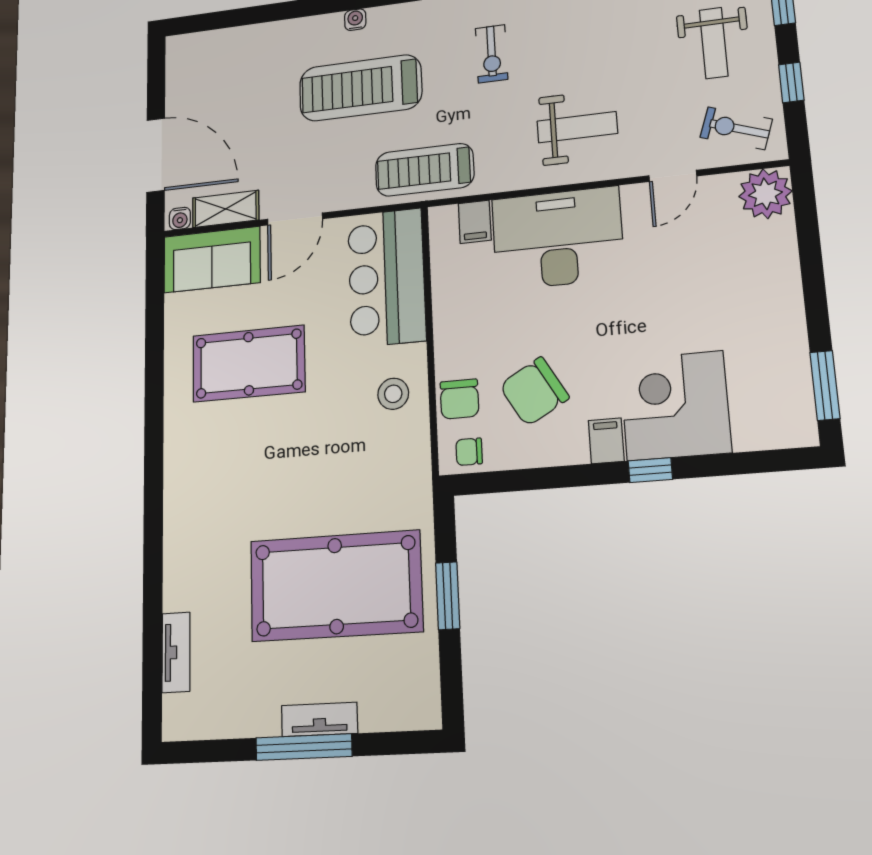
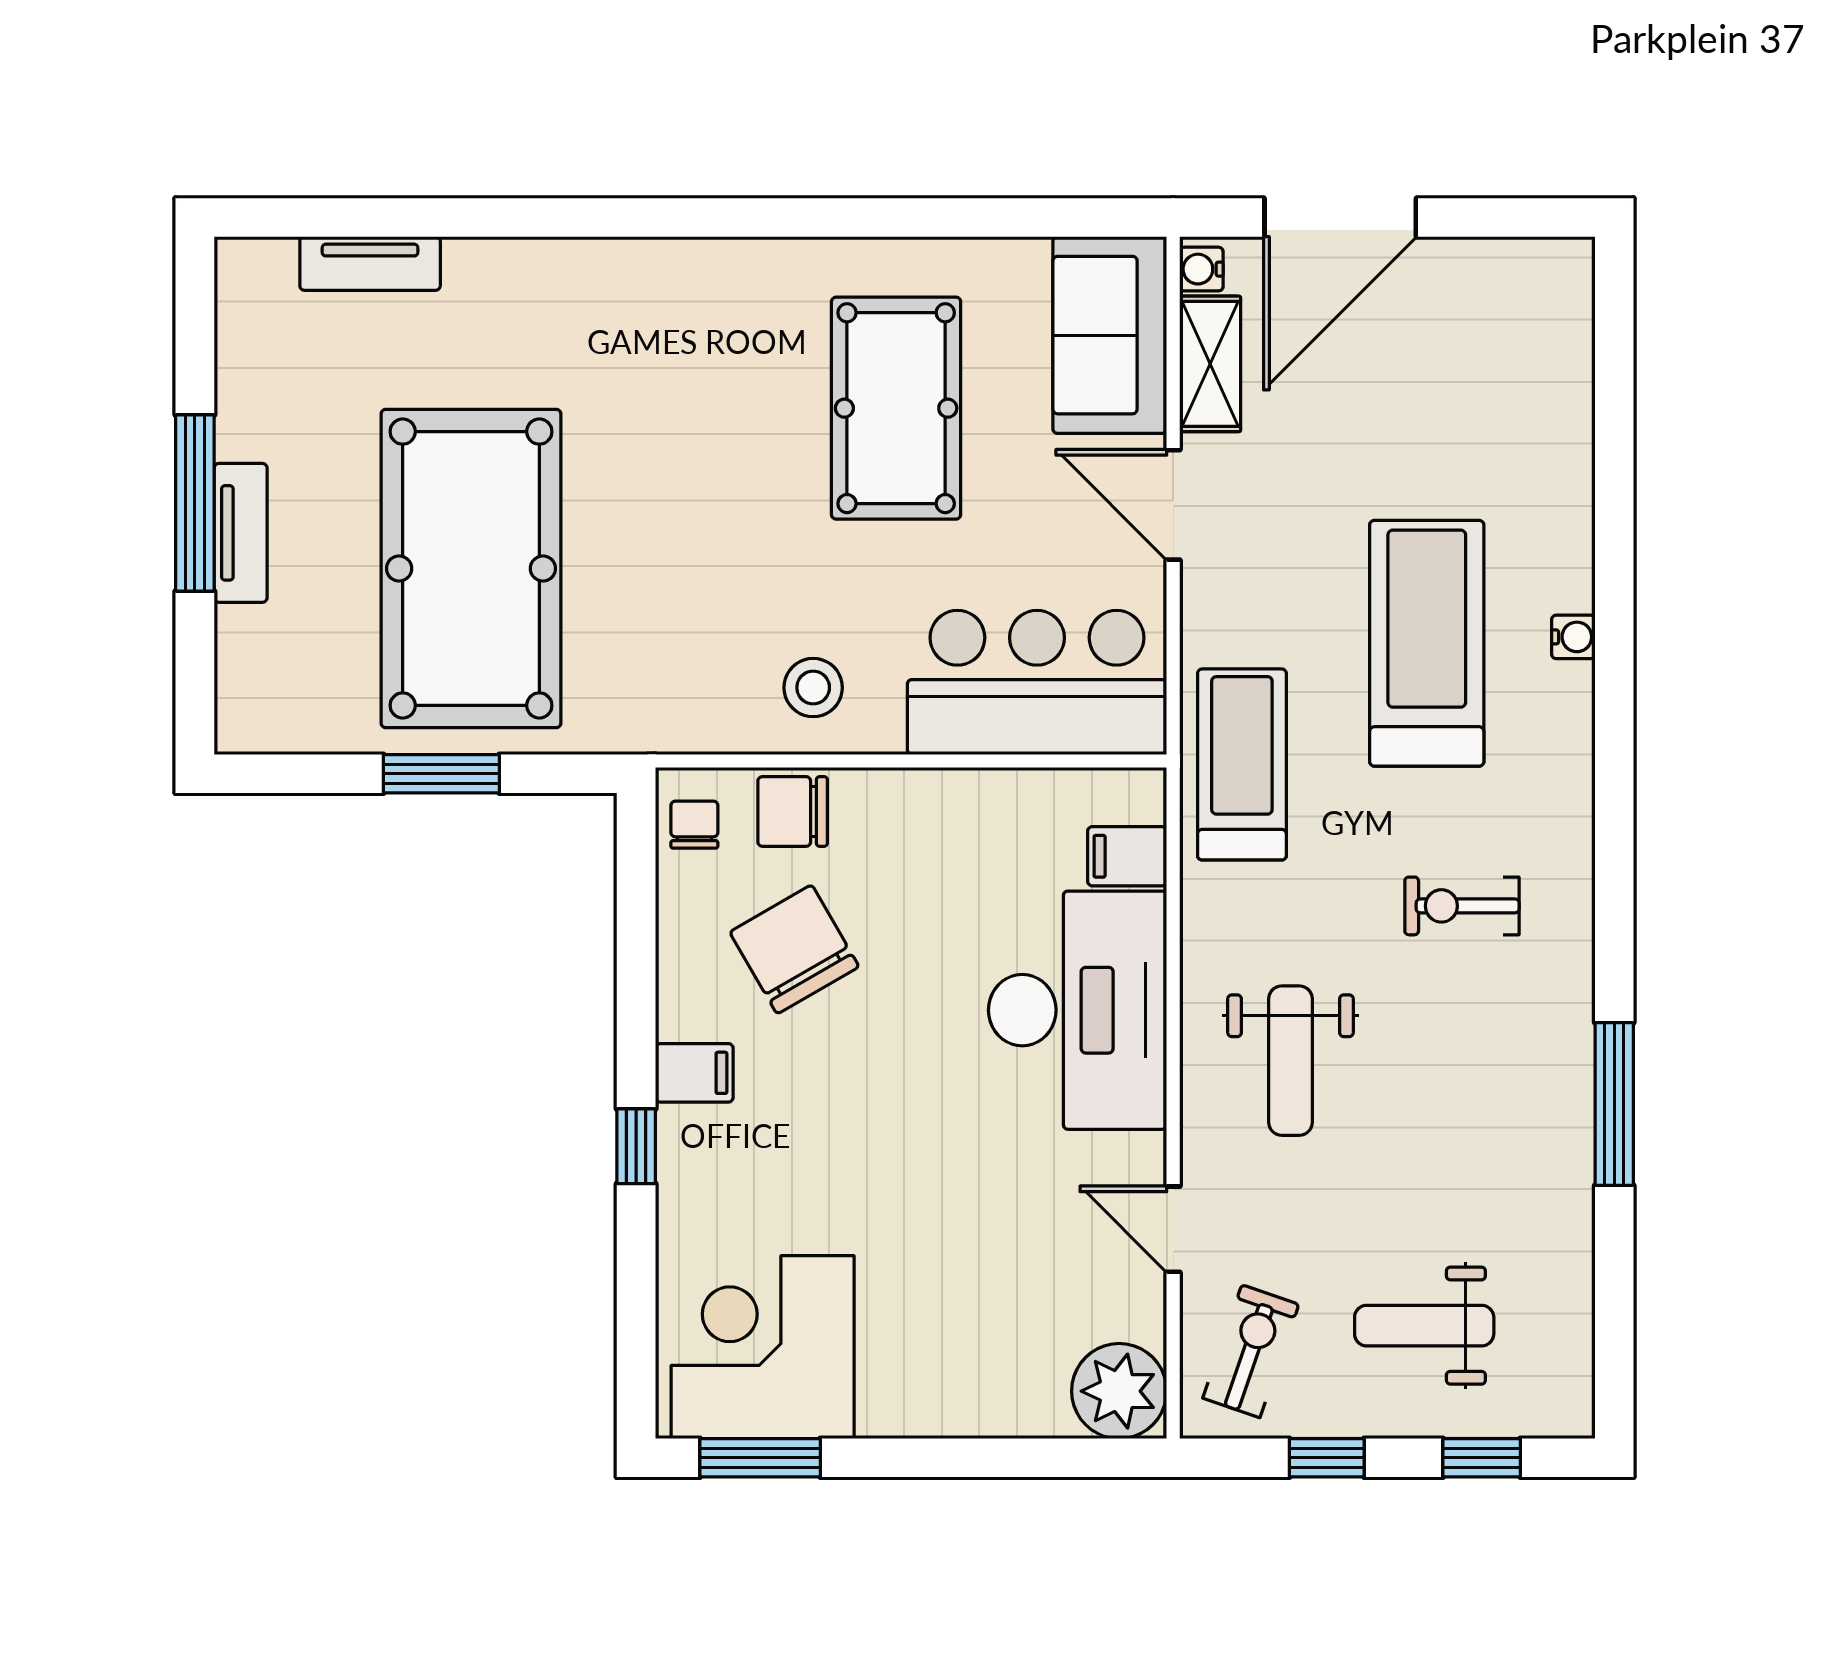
corner desk: (675, 406) -> (763, 1347), moved, turned -90

